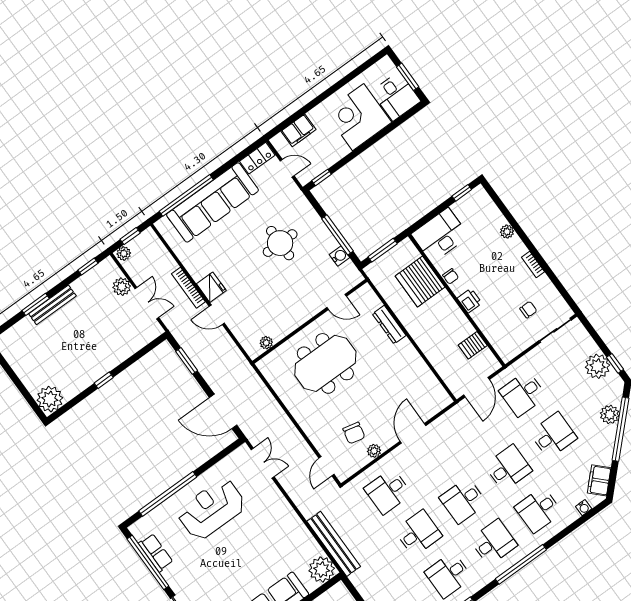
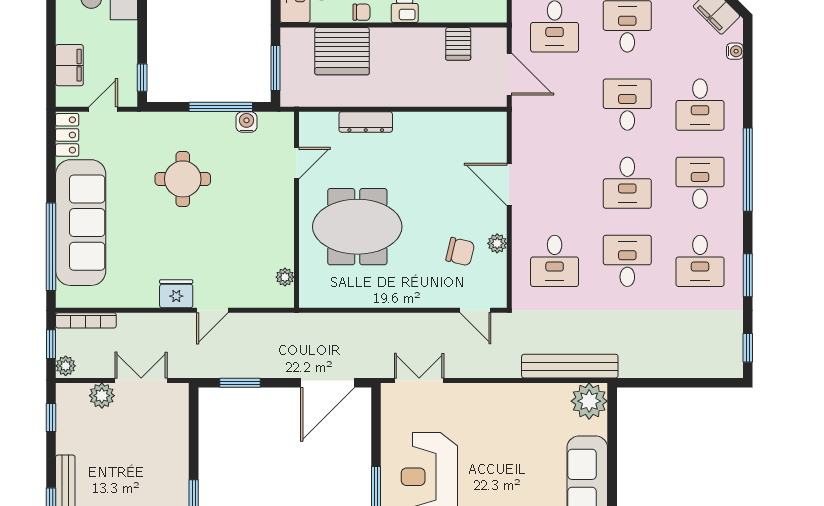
bookcase: (188, 288) -> (86, 320), moved
meeting table: (325, 363) -> (357, 227), turned 90

